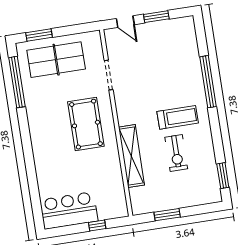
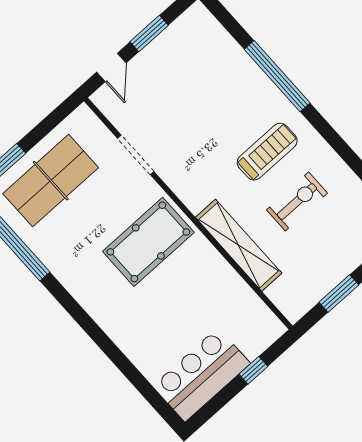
door: (125, 22) -> (111, 68), hinge flipped
pool table: (86, 124) -> (148, 242), turned 90
exercise bike: (176, 153) -> (297, 201), turned -90

